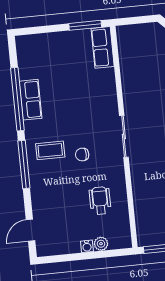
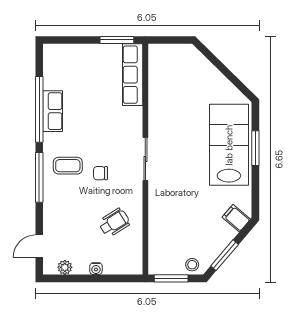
row of seats: (103, 47) -> (133, 75), width x1.48
wheelchair: (100, 201) -> (114, 223), turned 58
plant: (101, 244) -> (65, 267), moved

